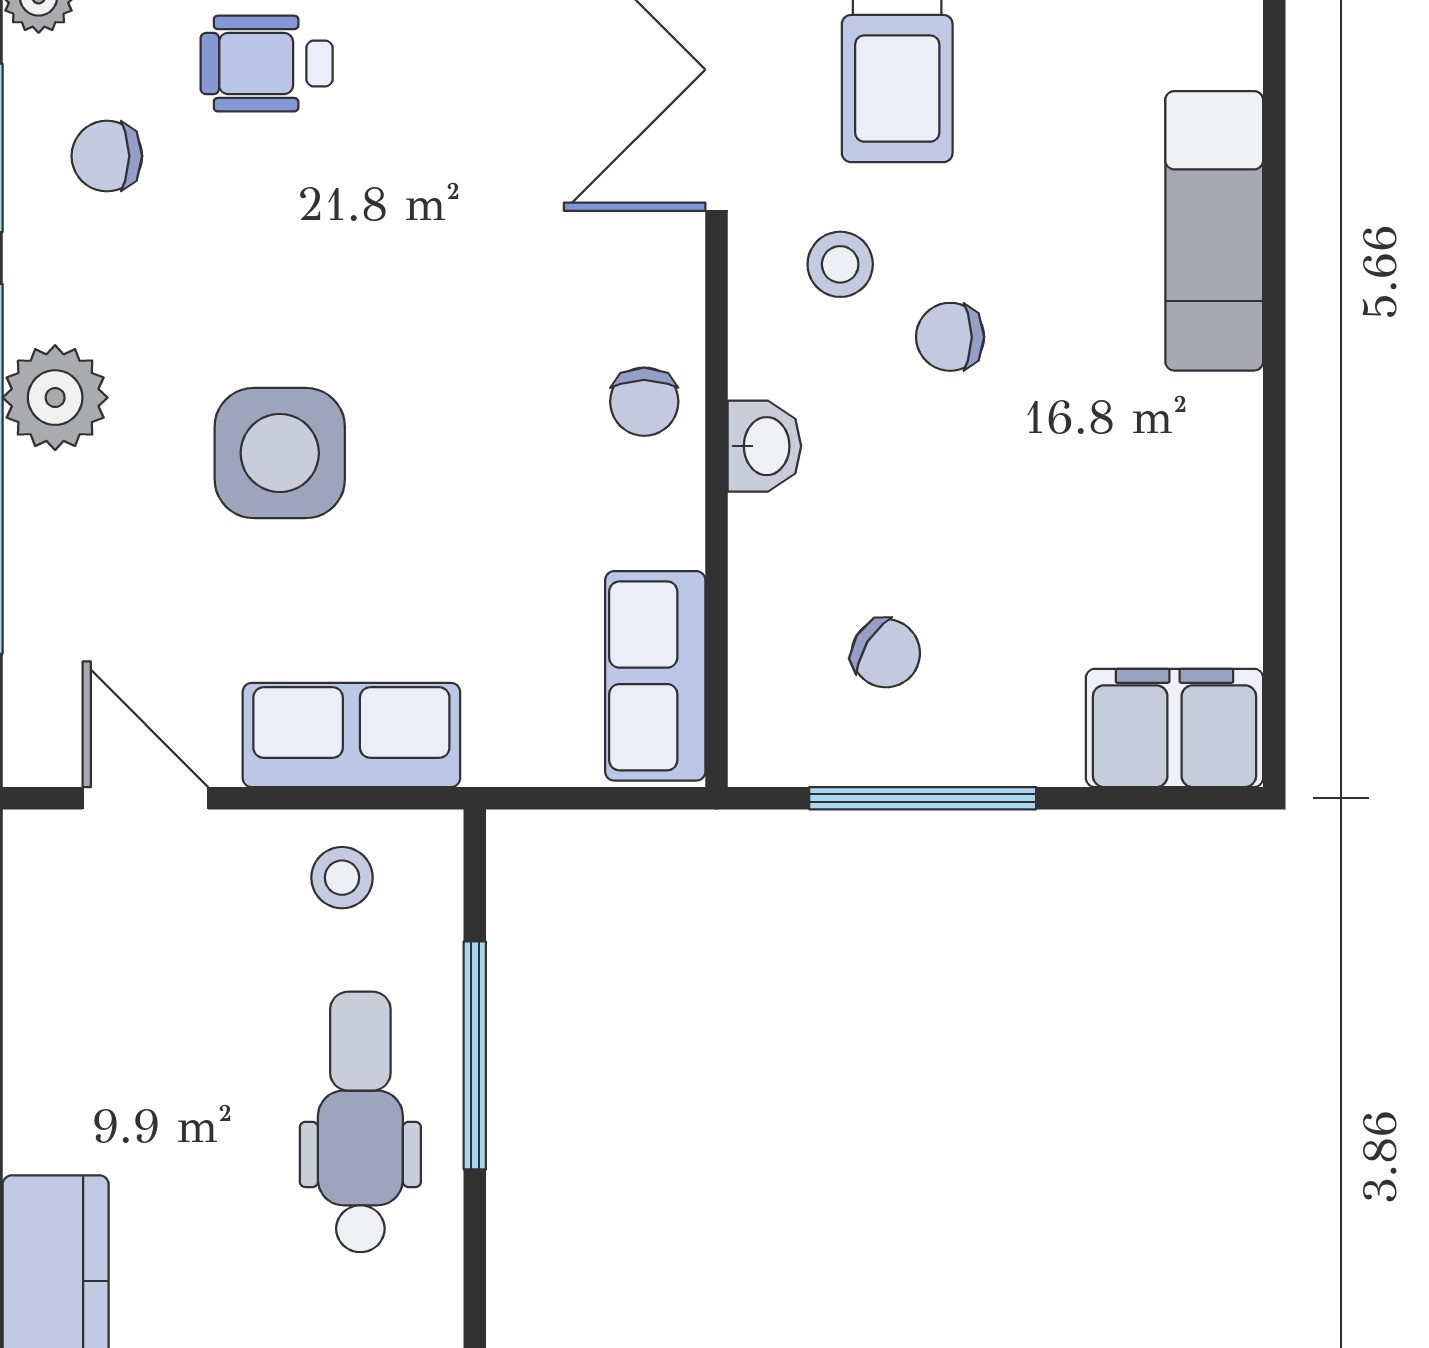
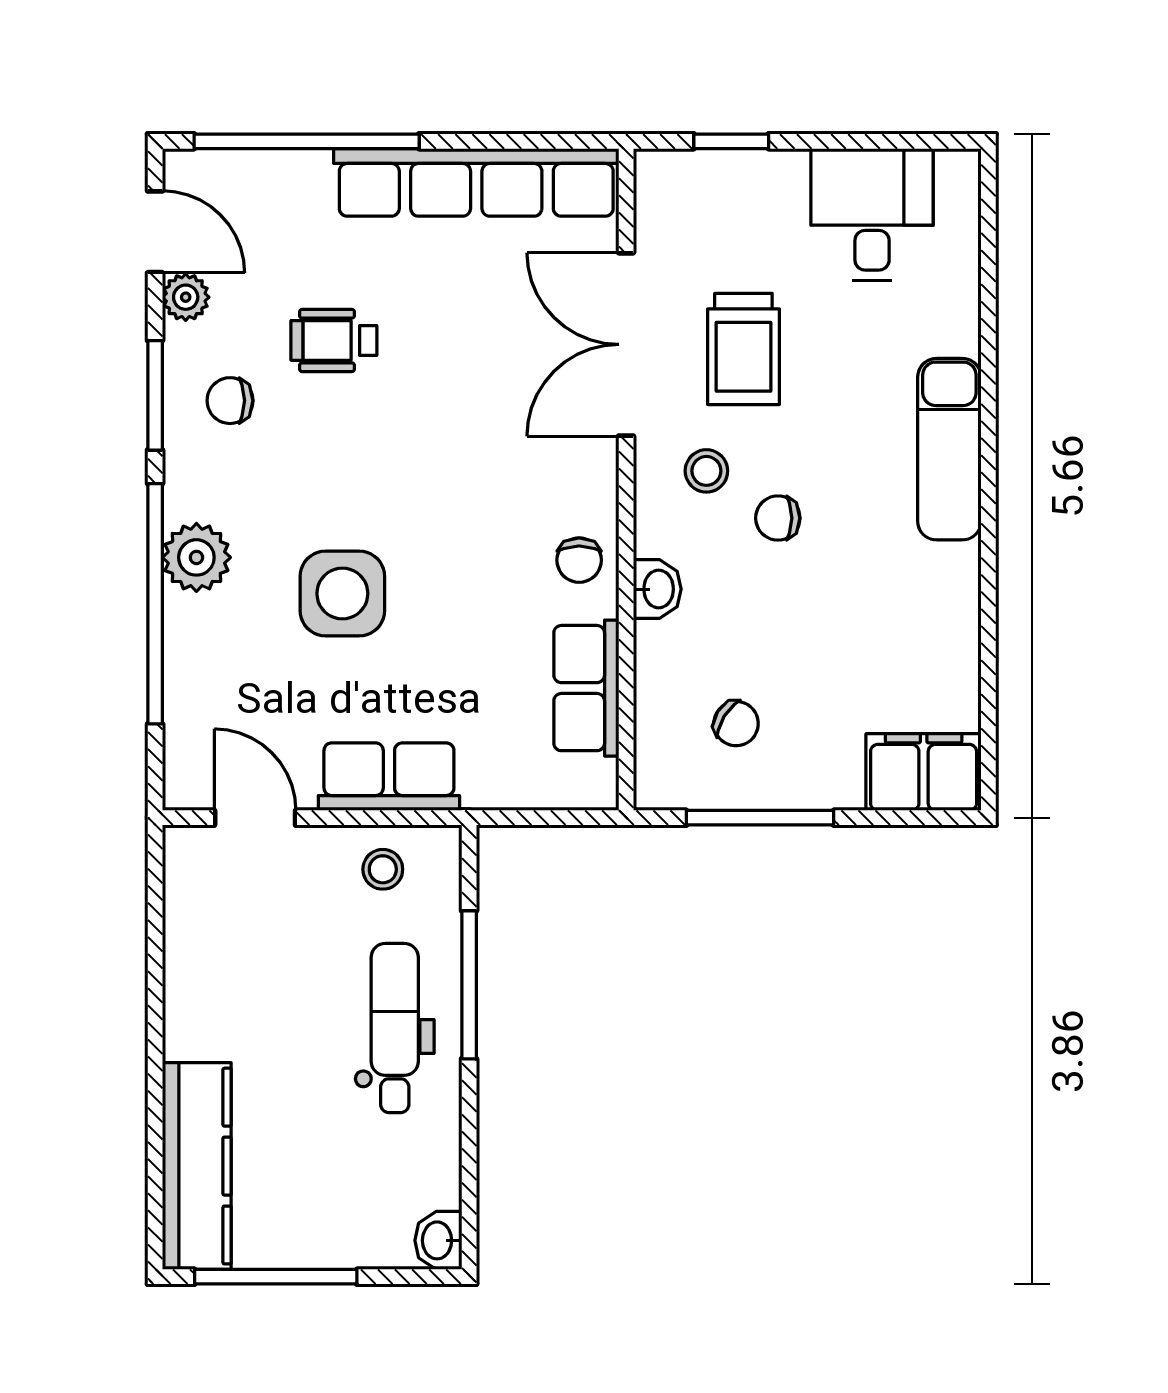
row of seats: (655, 676) -> (586, 688), moved

